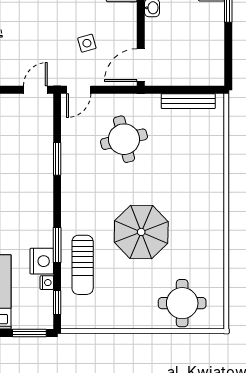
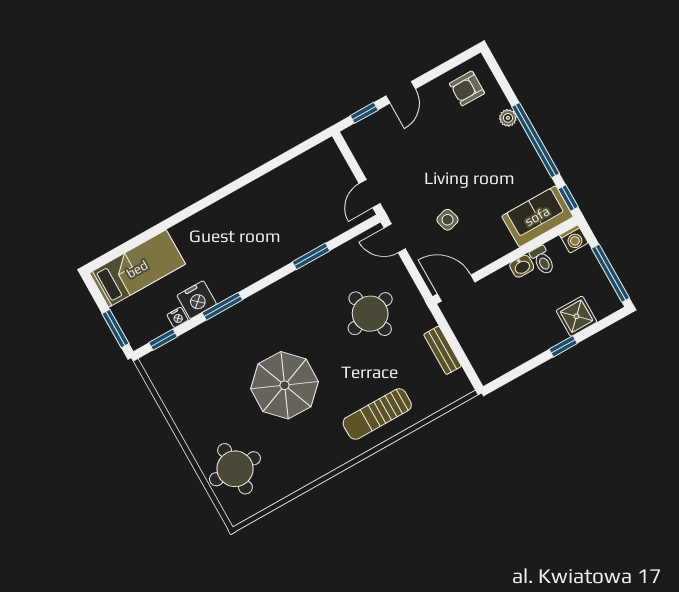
door: (35, 90) -> (370, 194), swing flipped
bench: (188, 101) -> (442, 350), width x0.73
sun lounger: (83, 265) -> (377, 414), moved

